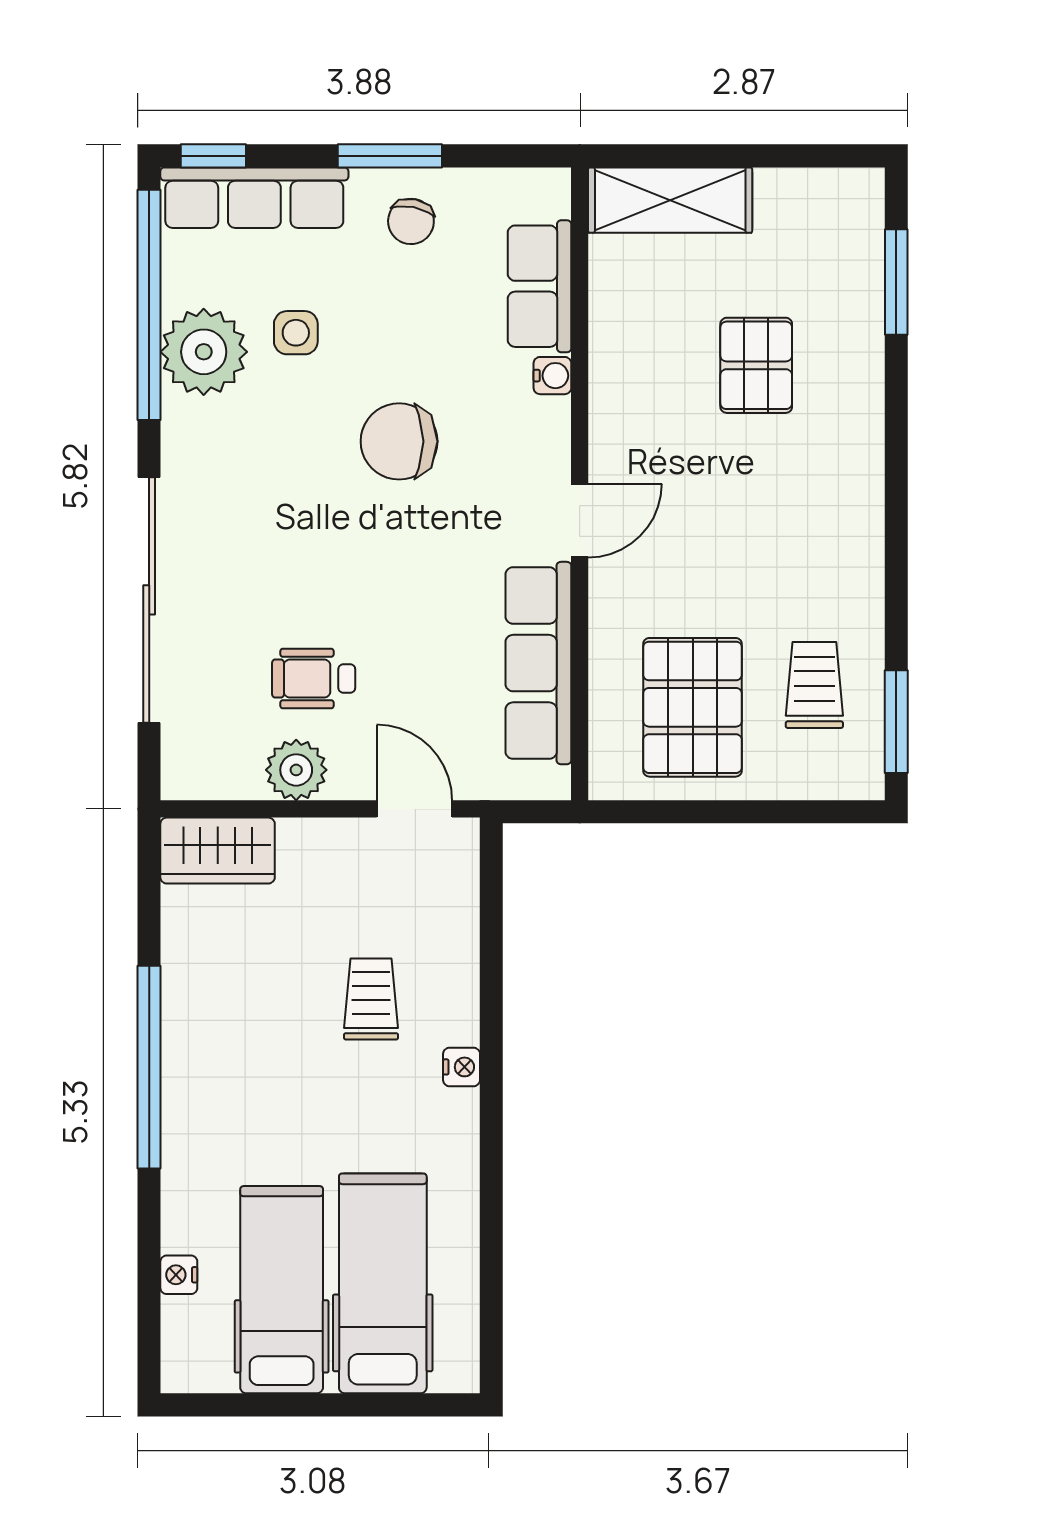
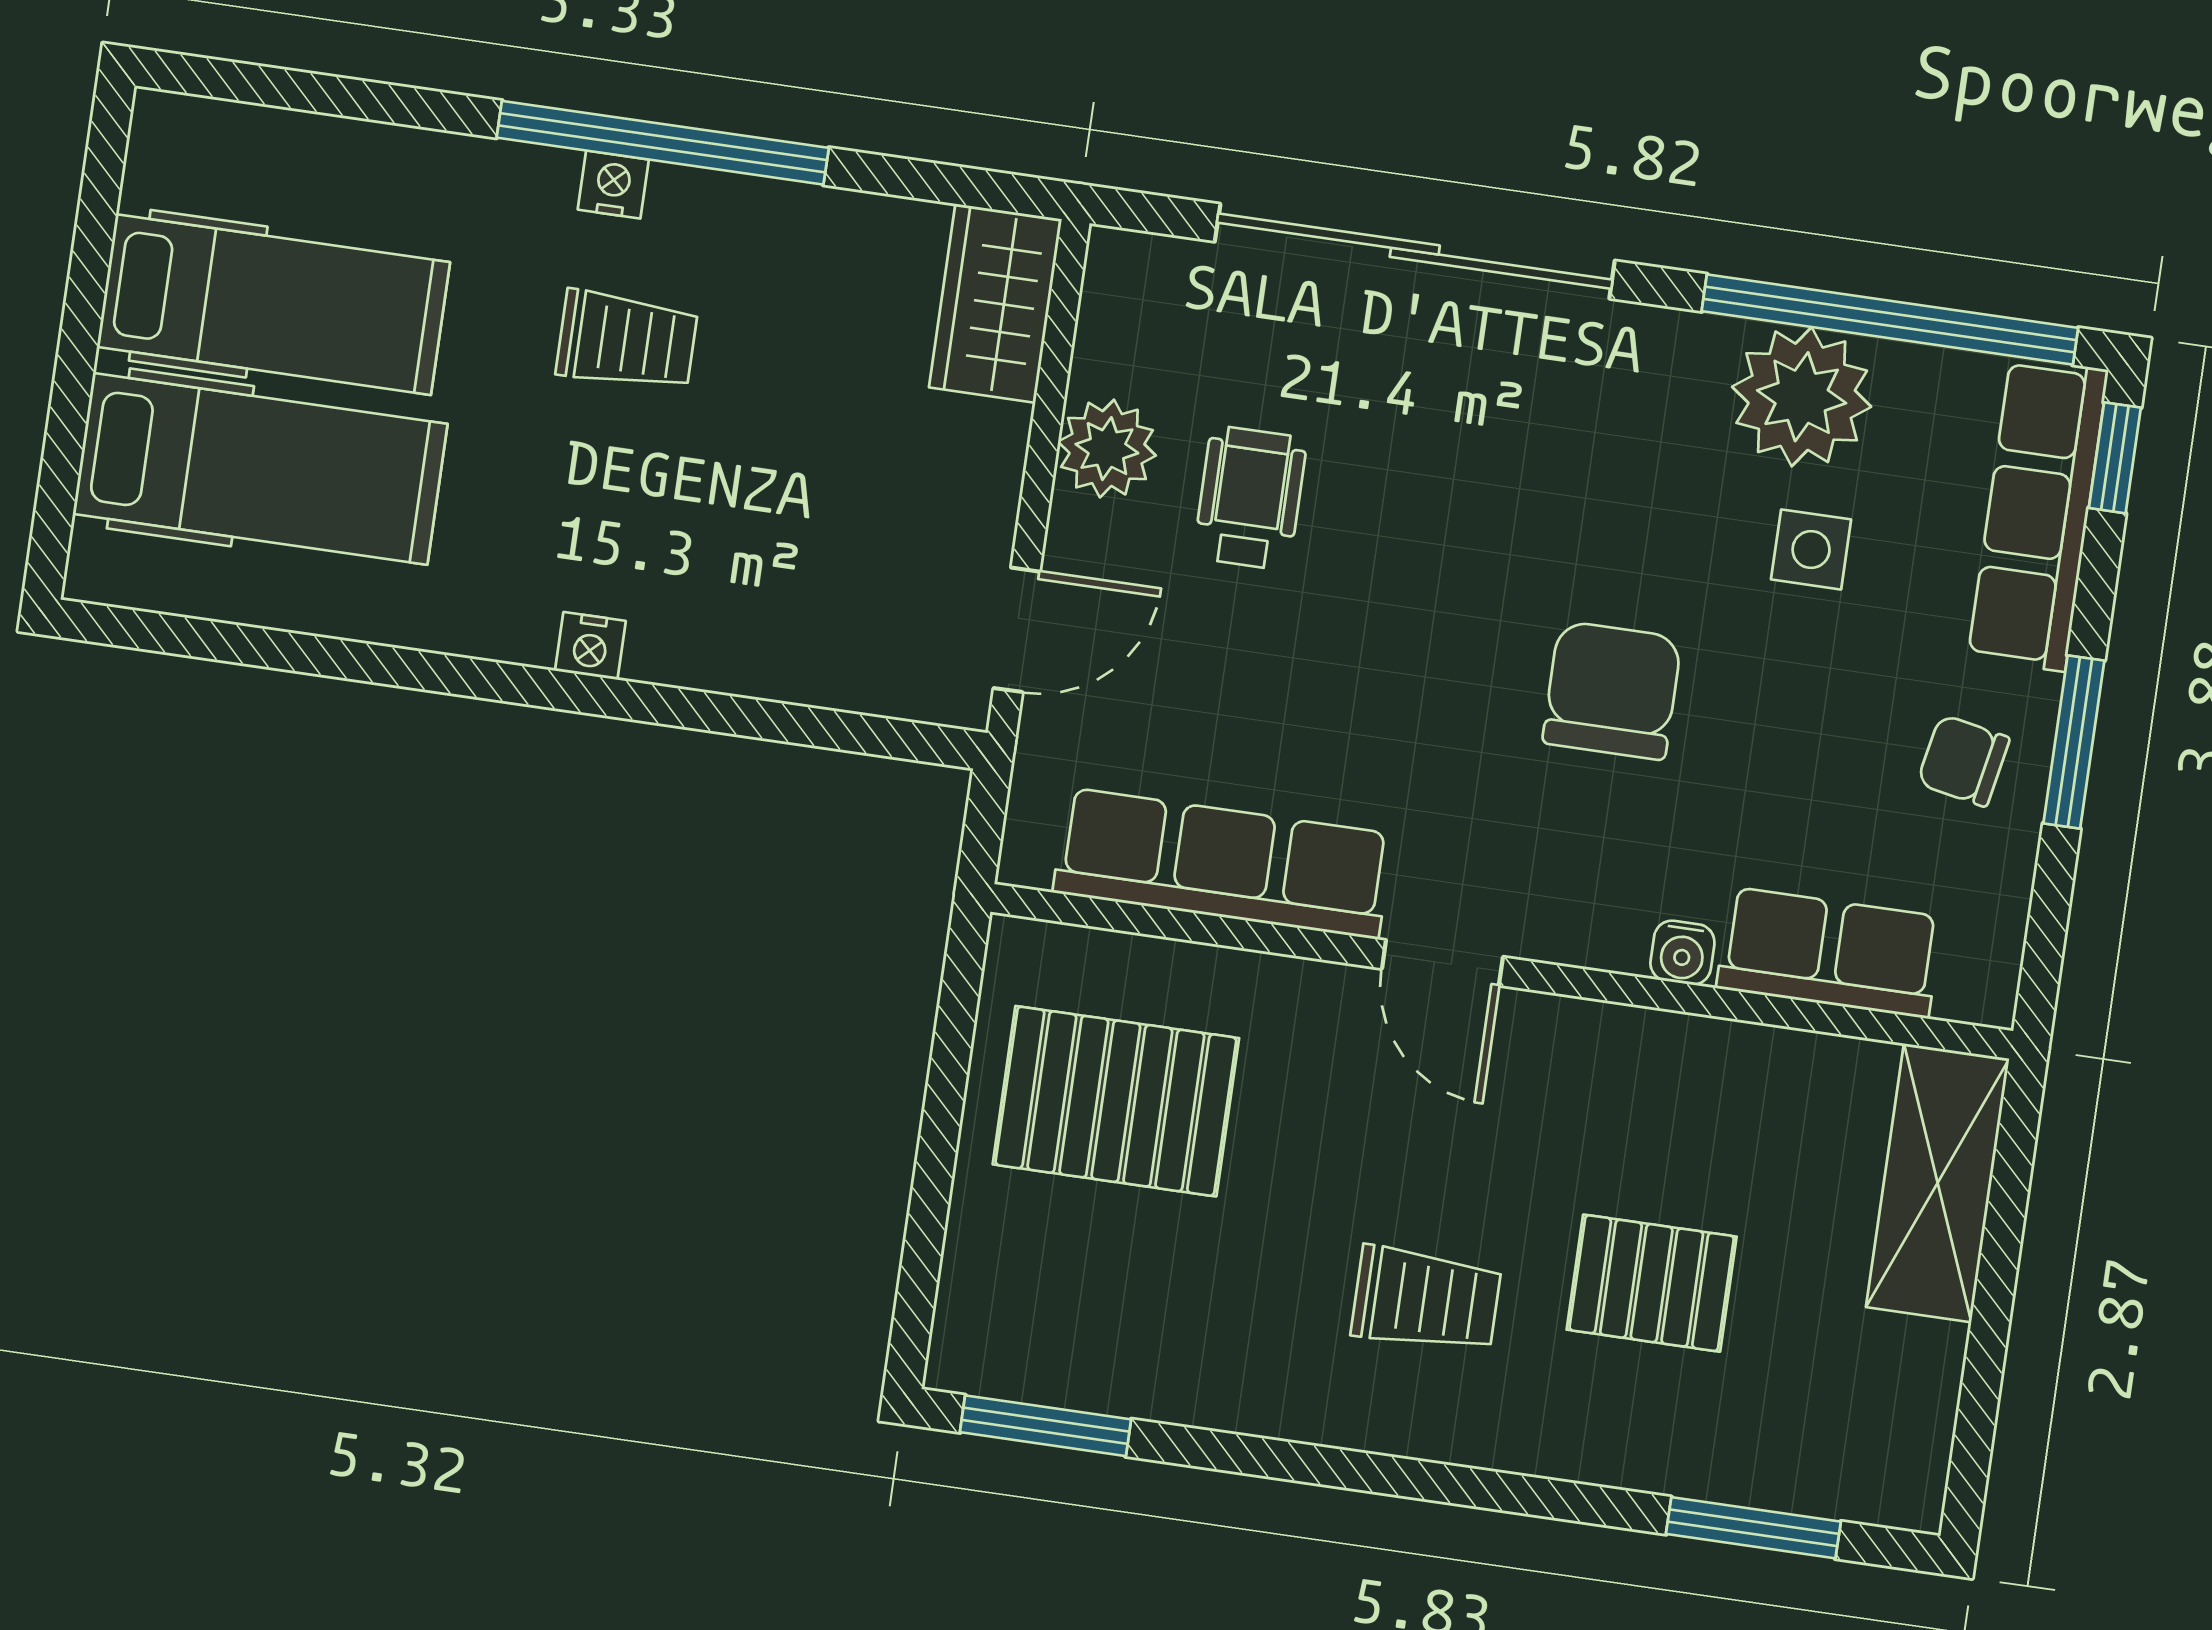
trolley: (814, 685) -> (1426, 1299), moved
trolley: (371, 999) -> (627, 340), moved
nightstand: (179, 1275) -> (613, 185), moved

